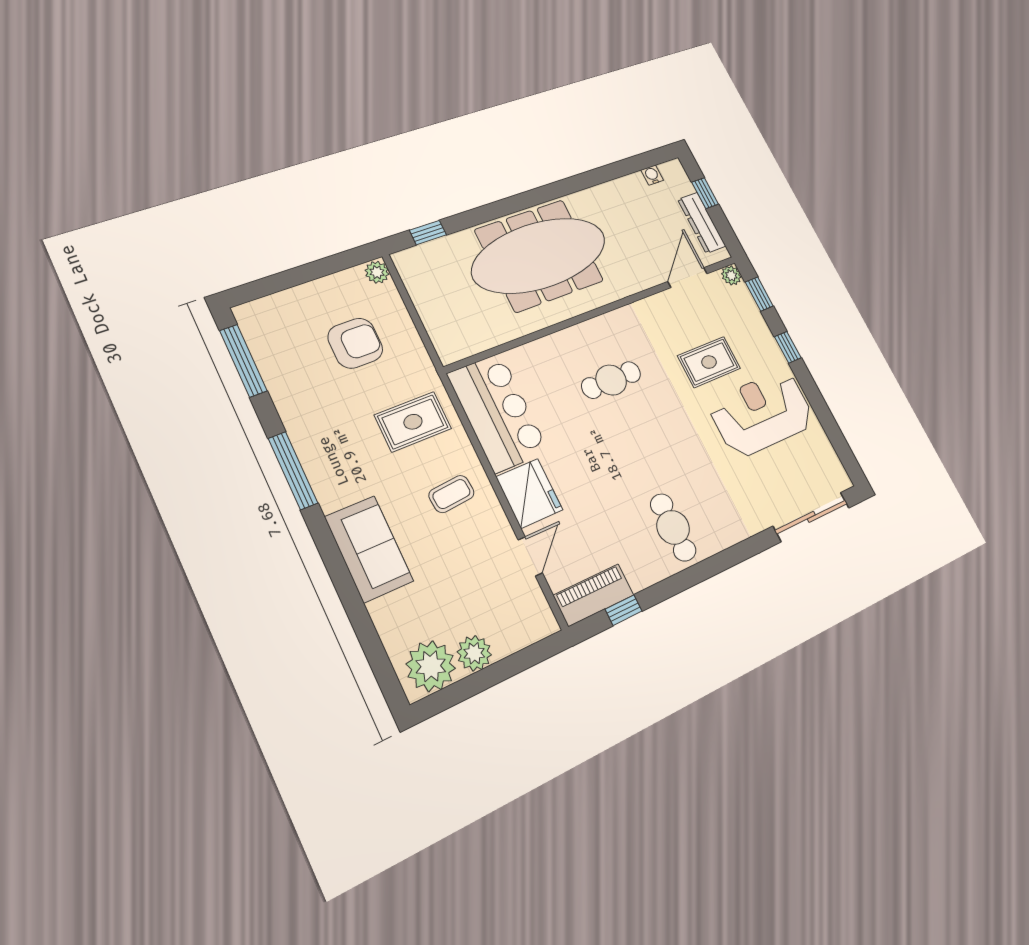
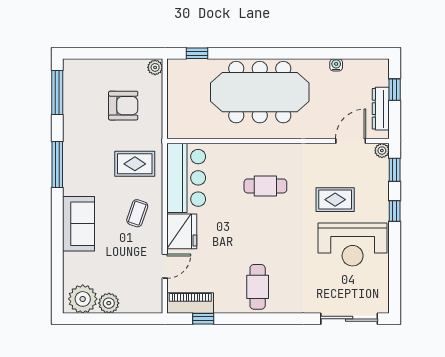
water cooler: (652, 175) -> (336, 65), moved
reception desk: (762, 413) -> (353, 244), turned 180
coffee table: (451, 494) -> (137, 213), turned -66

